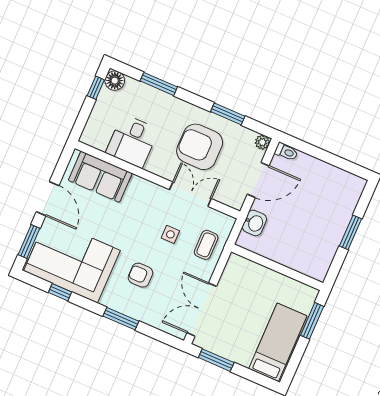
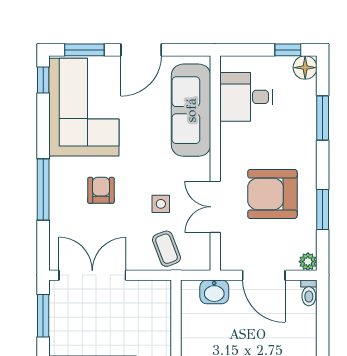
desk: (132, 141) -> (246, 97), moved
armchair: (200, 147) -> (272, 194), turned -90
sofa: (100, 177) -> (191, 110), width x1.36
double door: (190, 194) -> (215, 207), swing flipped
coffee table: (206, 245) -> (166, 249), turned 69
window: (60, 292) -> (43, 80), moved
window: (121, 319) -> (43, 190), width x1.44

